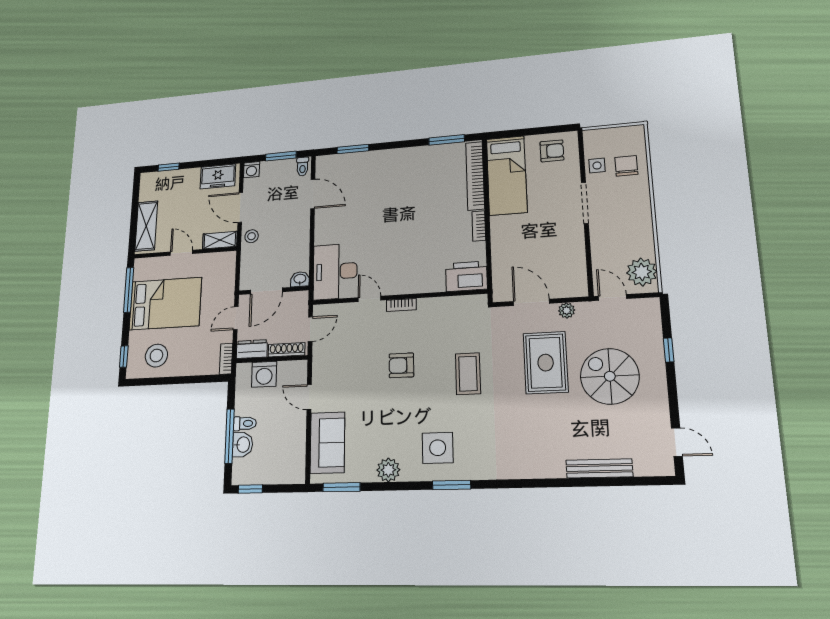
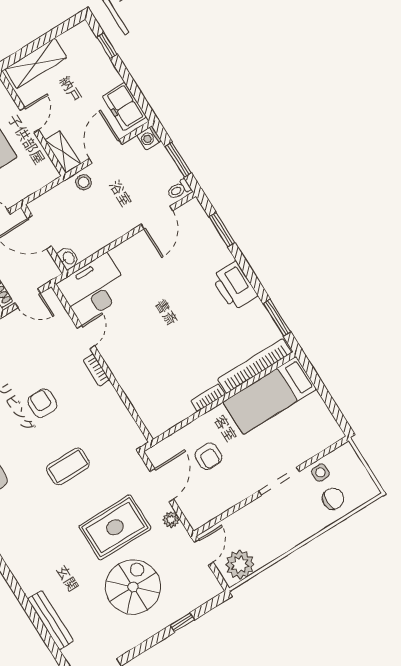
armchair: (552, 151) -> (208, 456), moved
printer: (466, 276) -> (234, 286), moved, turned 180

